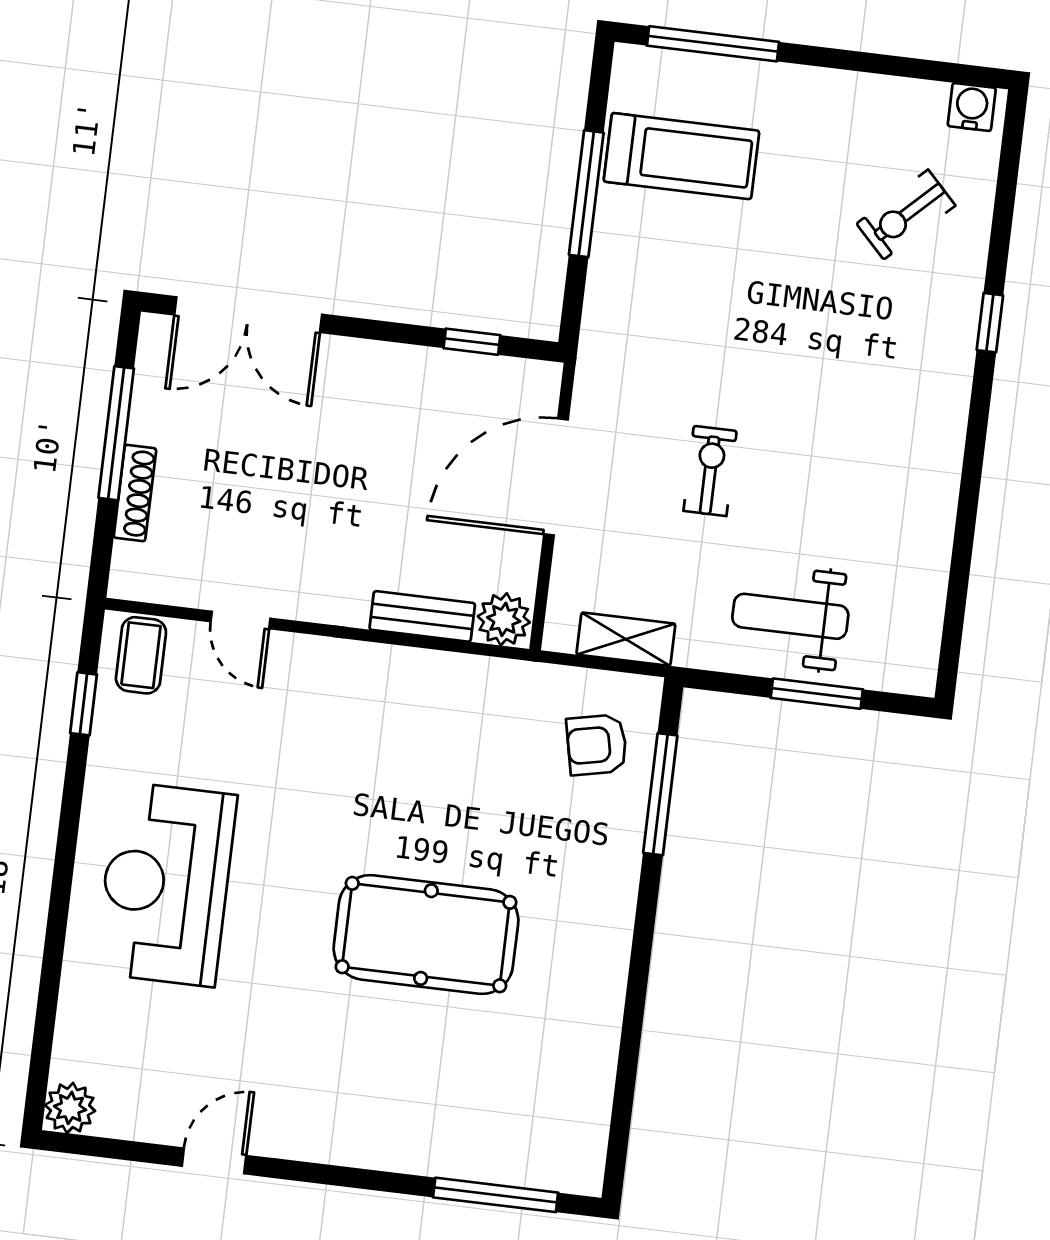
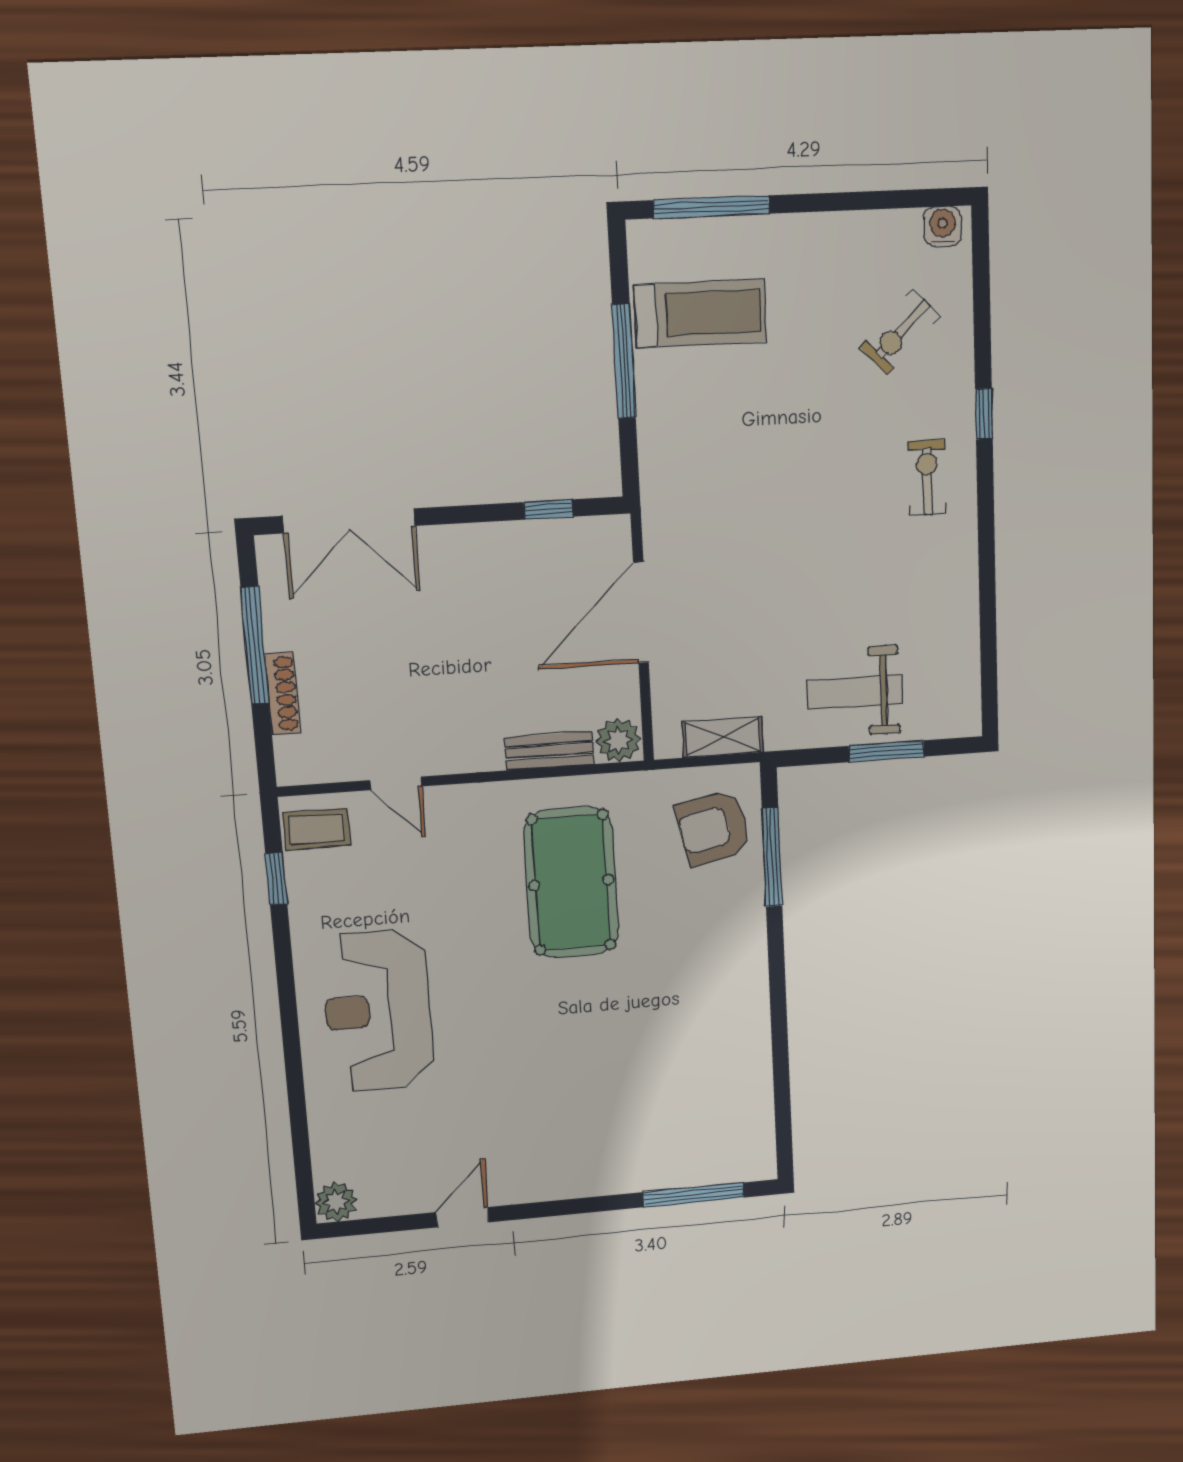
exercise bike: (710, 471) -> (927, 478), moved
coffee table: (141, 655) -> (317, 829), turned 90
armchair: (597, 745) -> (713, 828), width x1.38, depth x1.38
pool table: (426, 935) -> (571, 882), moved, turned 90

